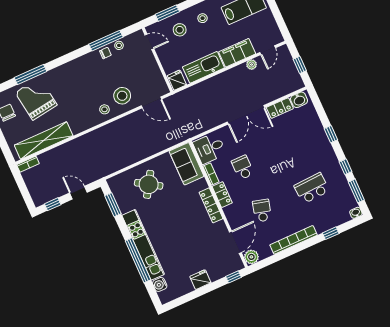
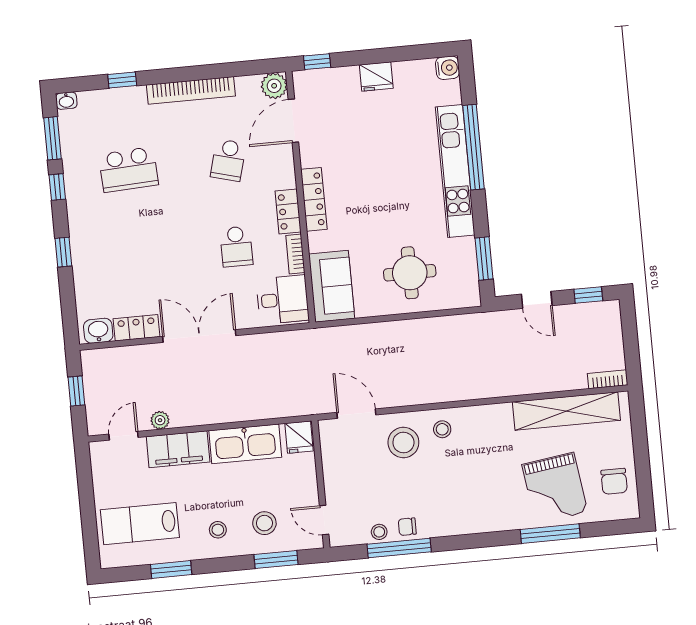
round table: (149, 184) -> (410, 273), turned -32
water cooler: (160, 284) -> (447, 68), moved

